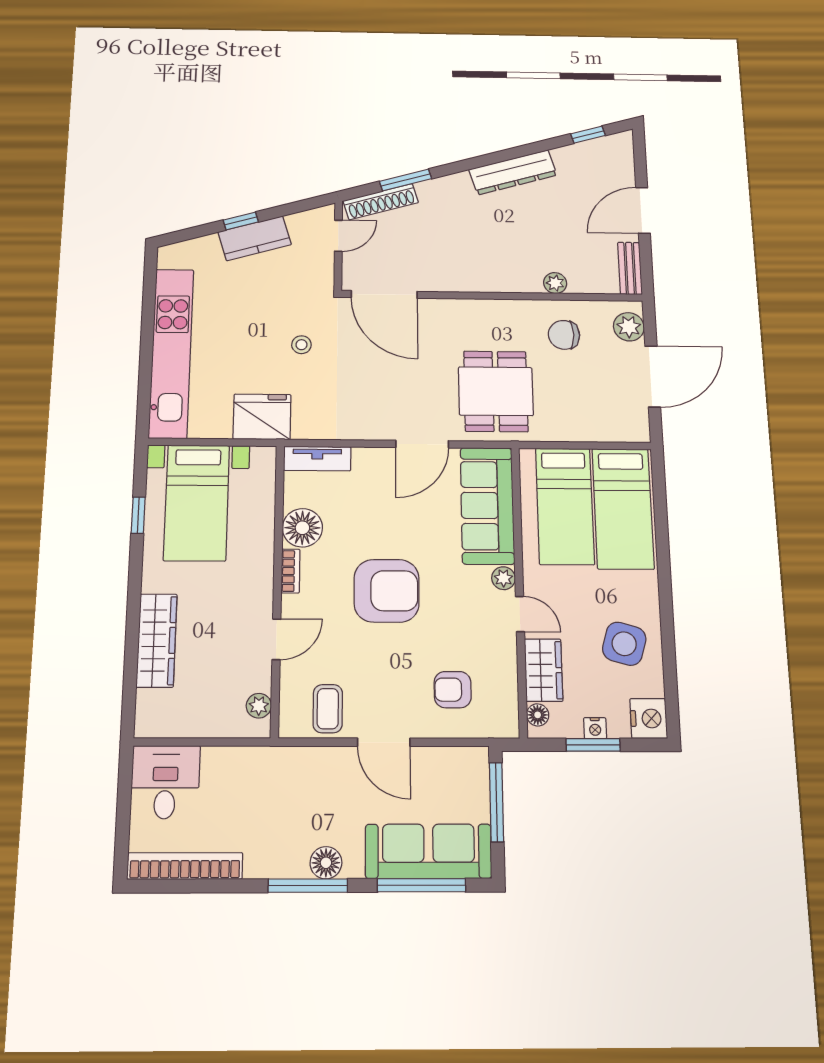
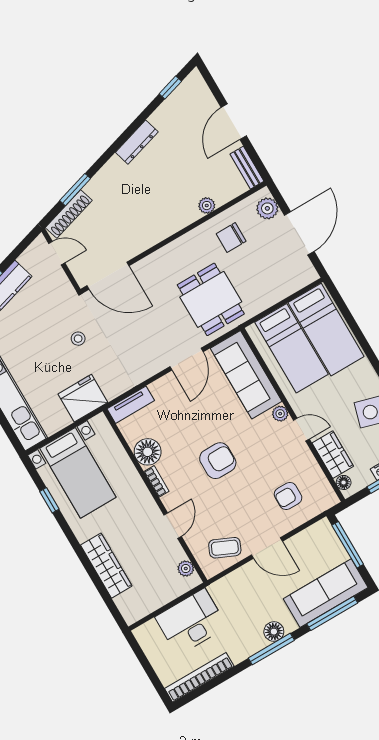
dresser: (513, 172) -> (137, 142), width x0.73, depth x0.80
door: (338, 236) -> (57, 253), hinge flipped
armchair: (387, 591) -> (218, 461), width x0.73, depth x0.73
coffee table: (328, 709) -> (225, 548), turned -66
desk: (165, 782) -> (191, 622), moved, width x1.37

